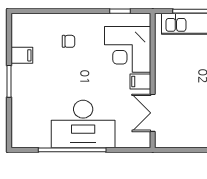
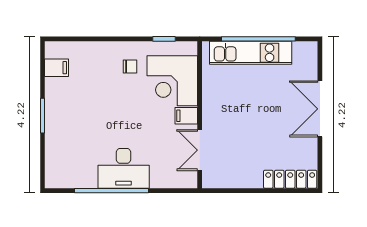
chair: (68, 41) -> (130, 67), moved
filing cabinet: (22, 55) -> (57, 68), moved
desk: (83, 124) -> (124, 168), width x0.73, depth x0.77

